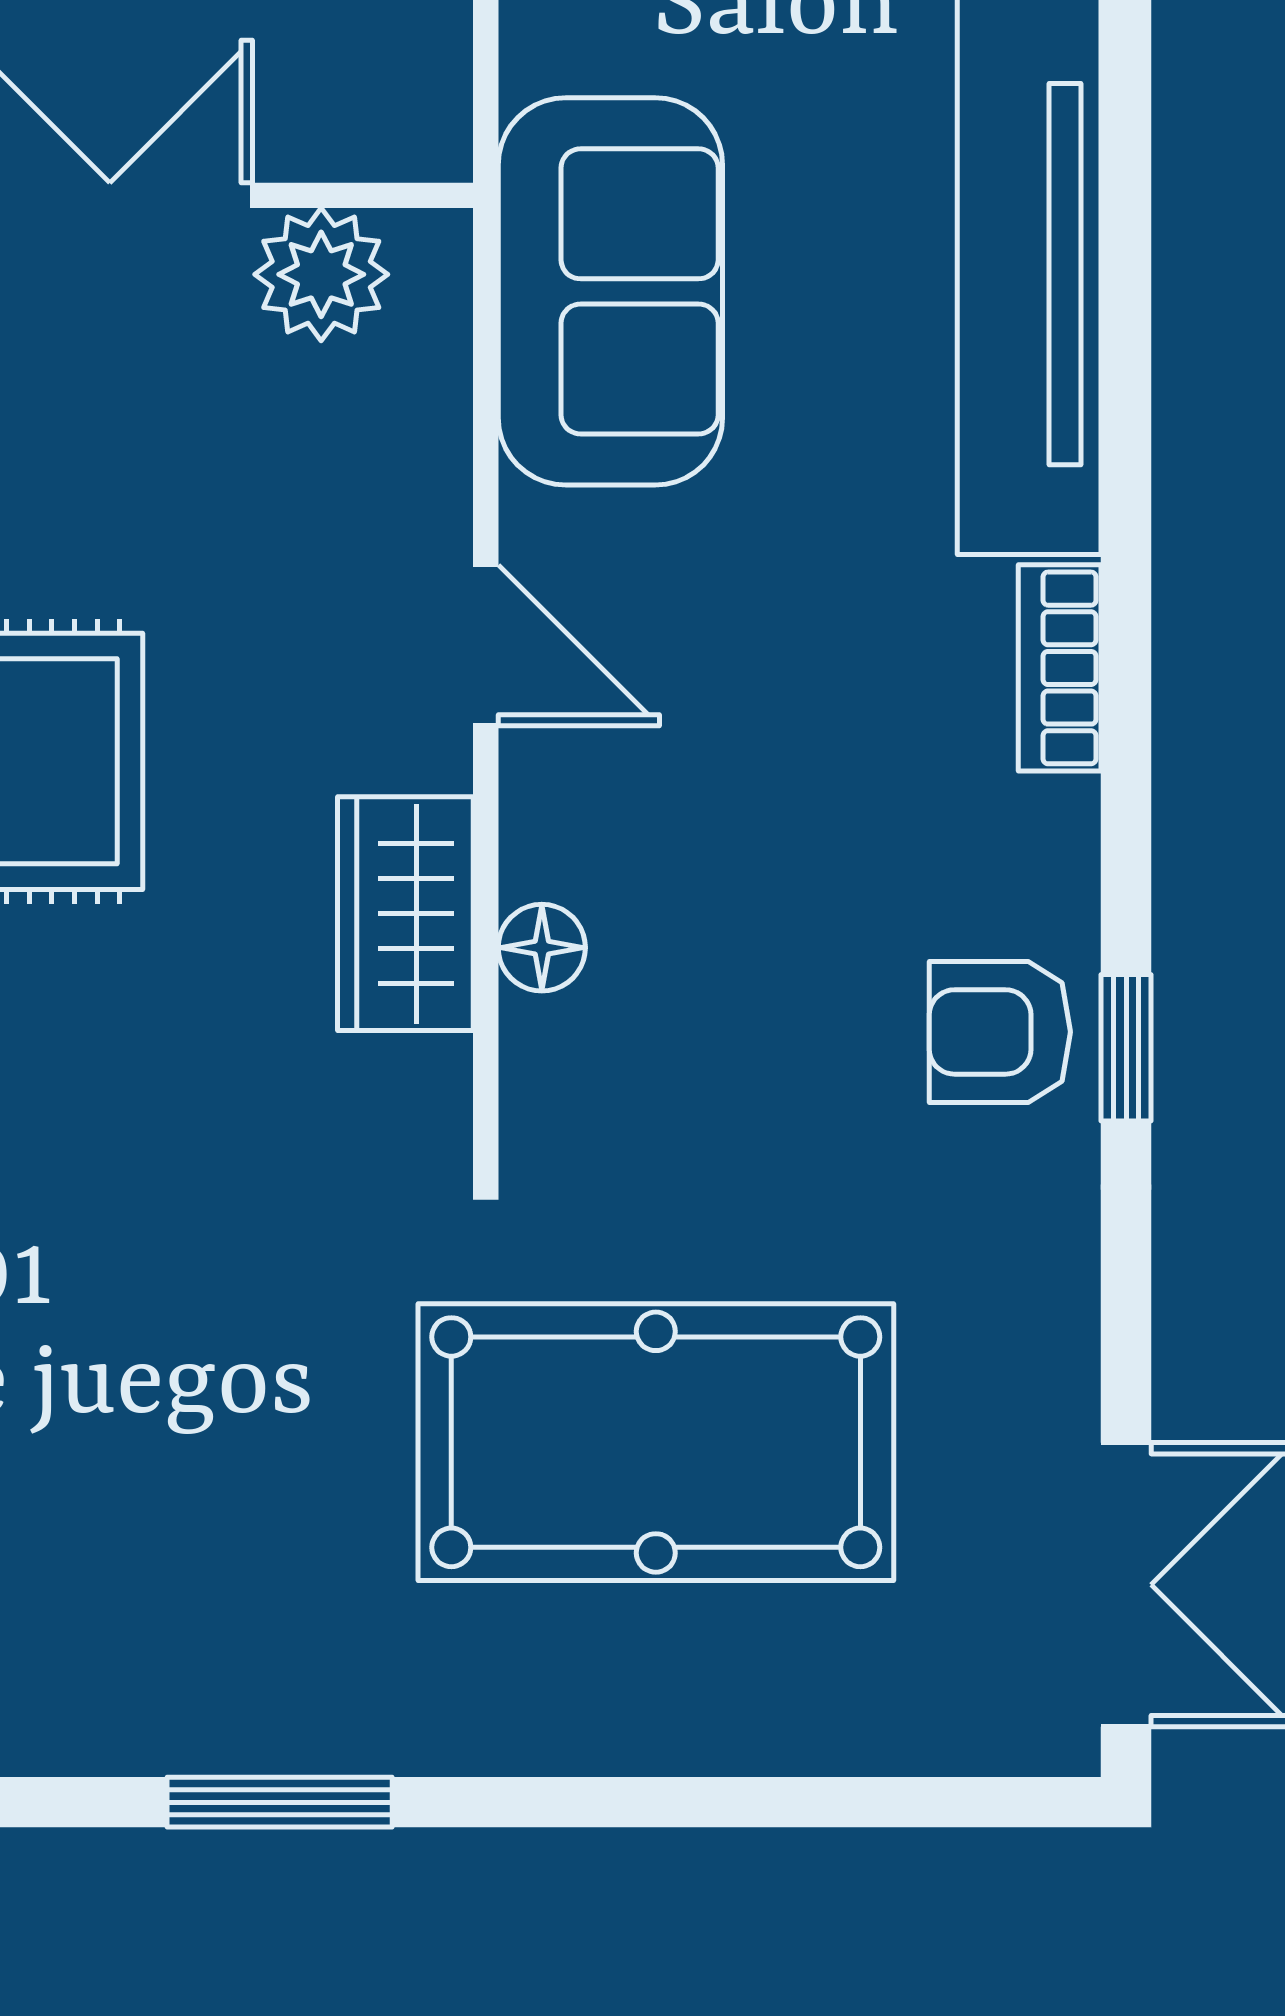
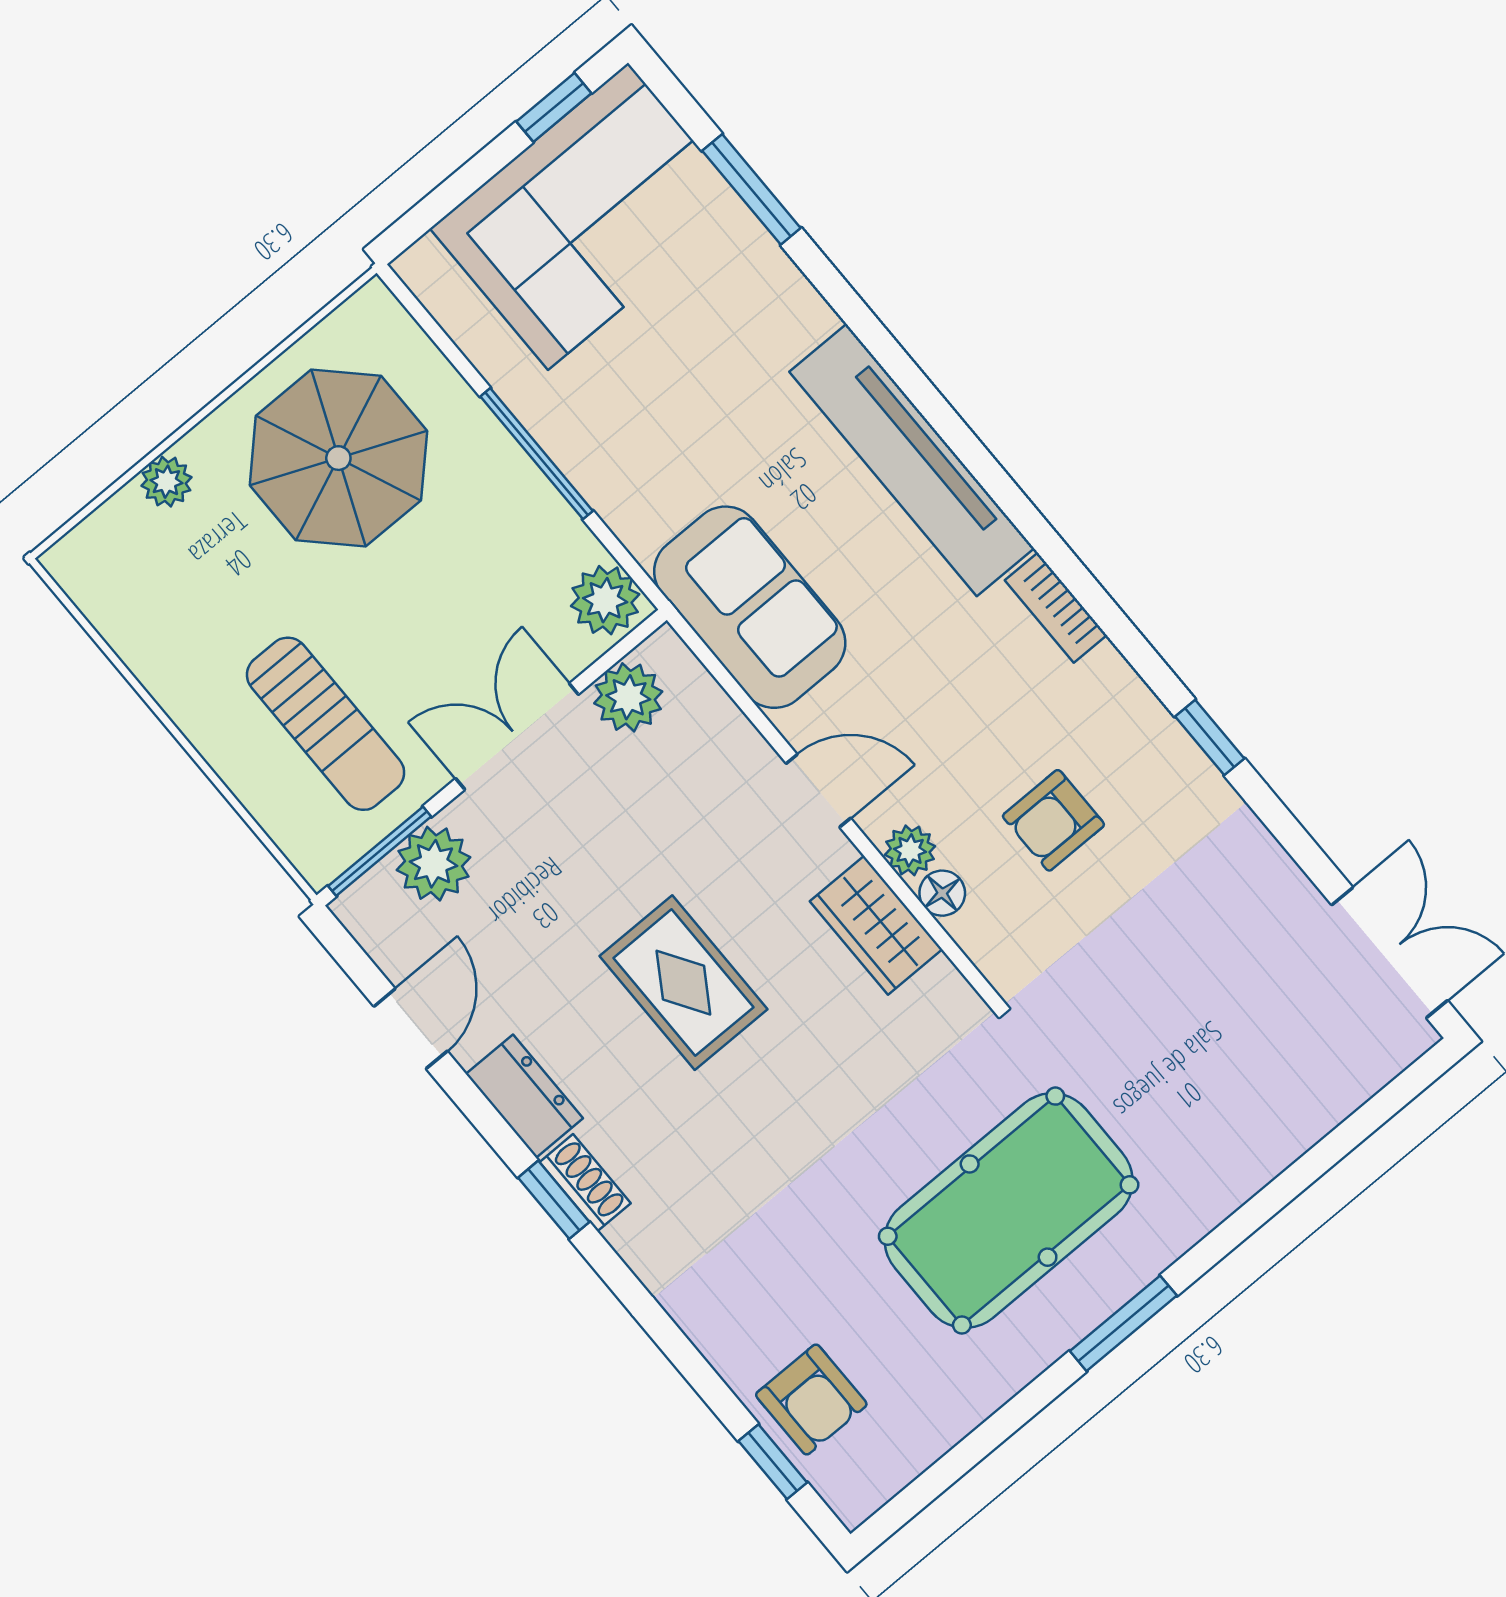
plant: (407, 103) -> (605, 600), added
plant: (547, 845) -> (910, 850), added
armchair: (1000, 1032) -> (1053, 820), moved
pool table: (656, 1442) -> (1009, 1211), moved

